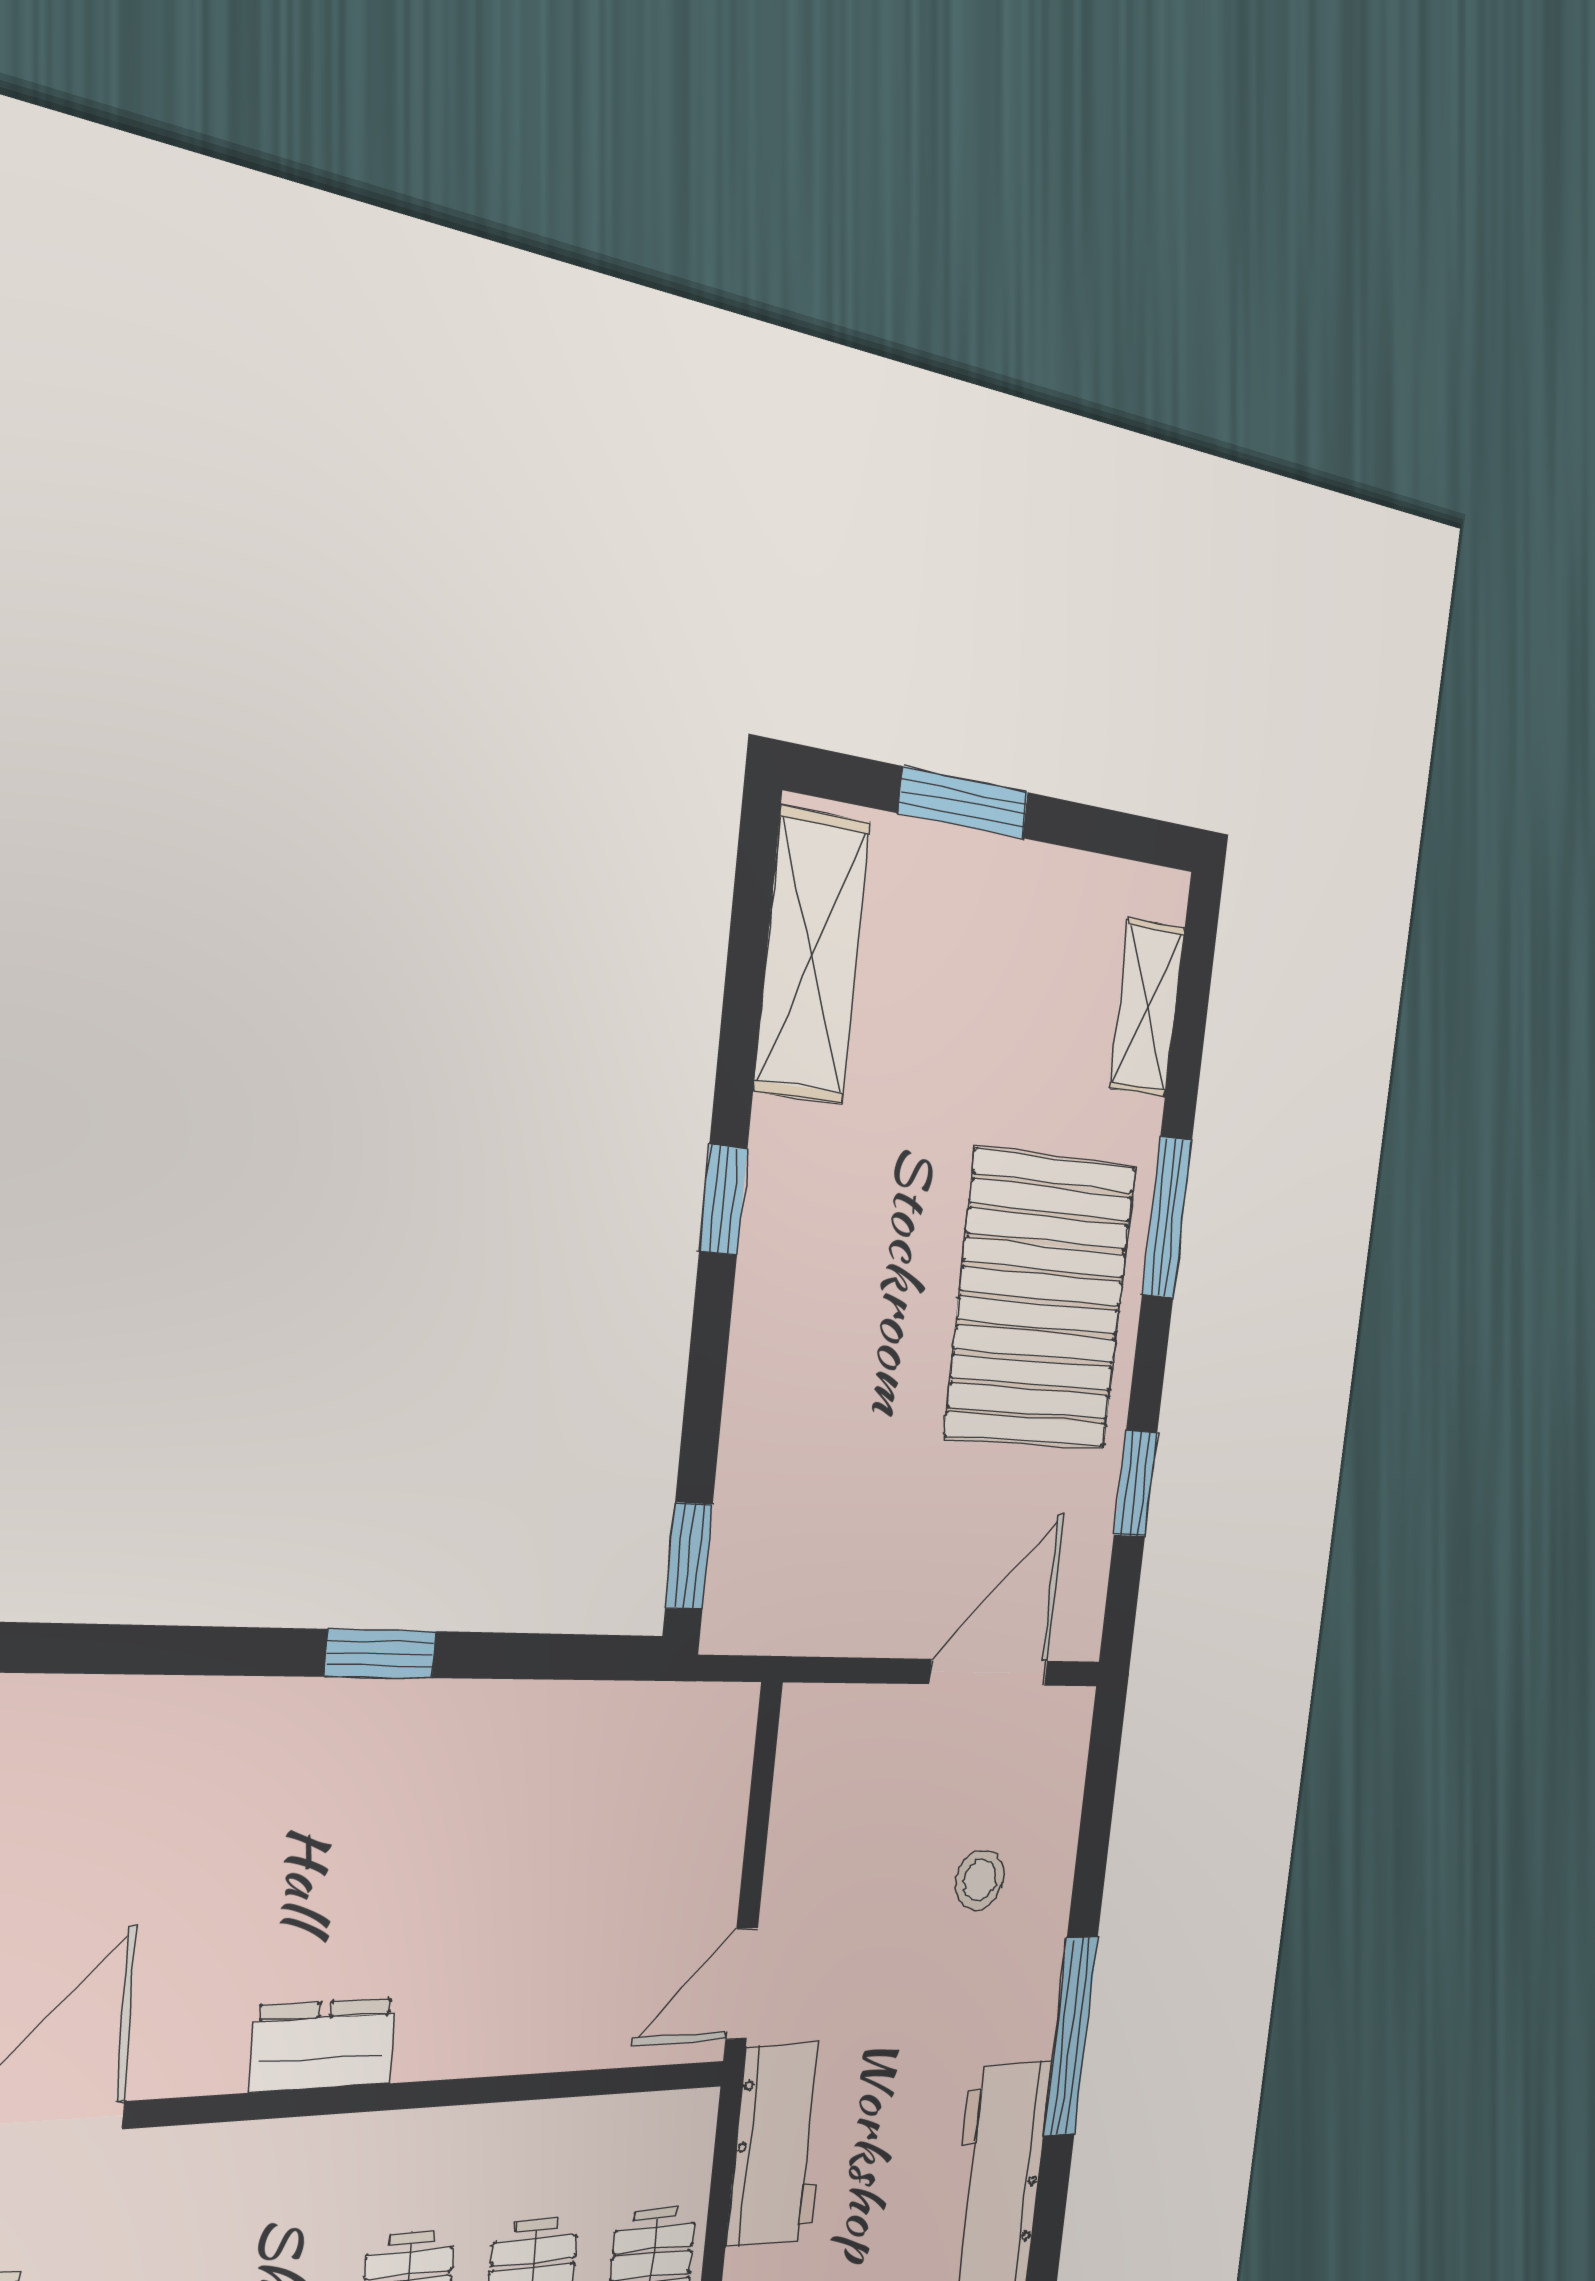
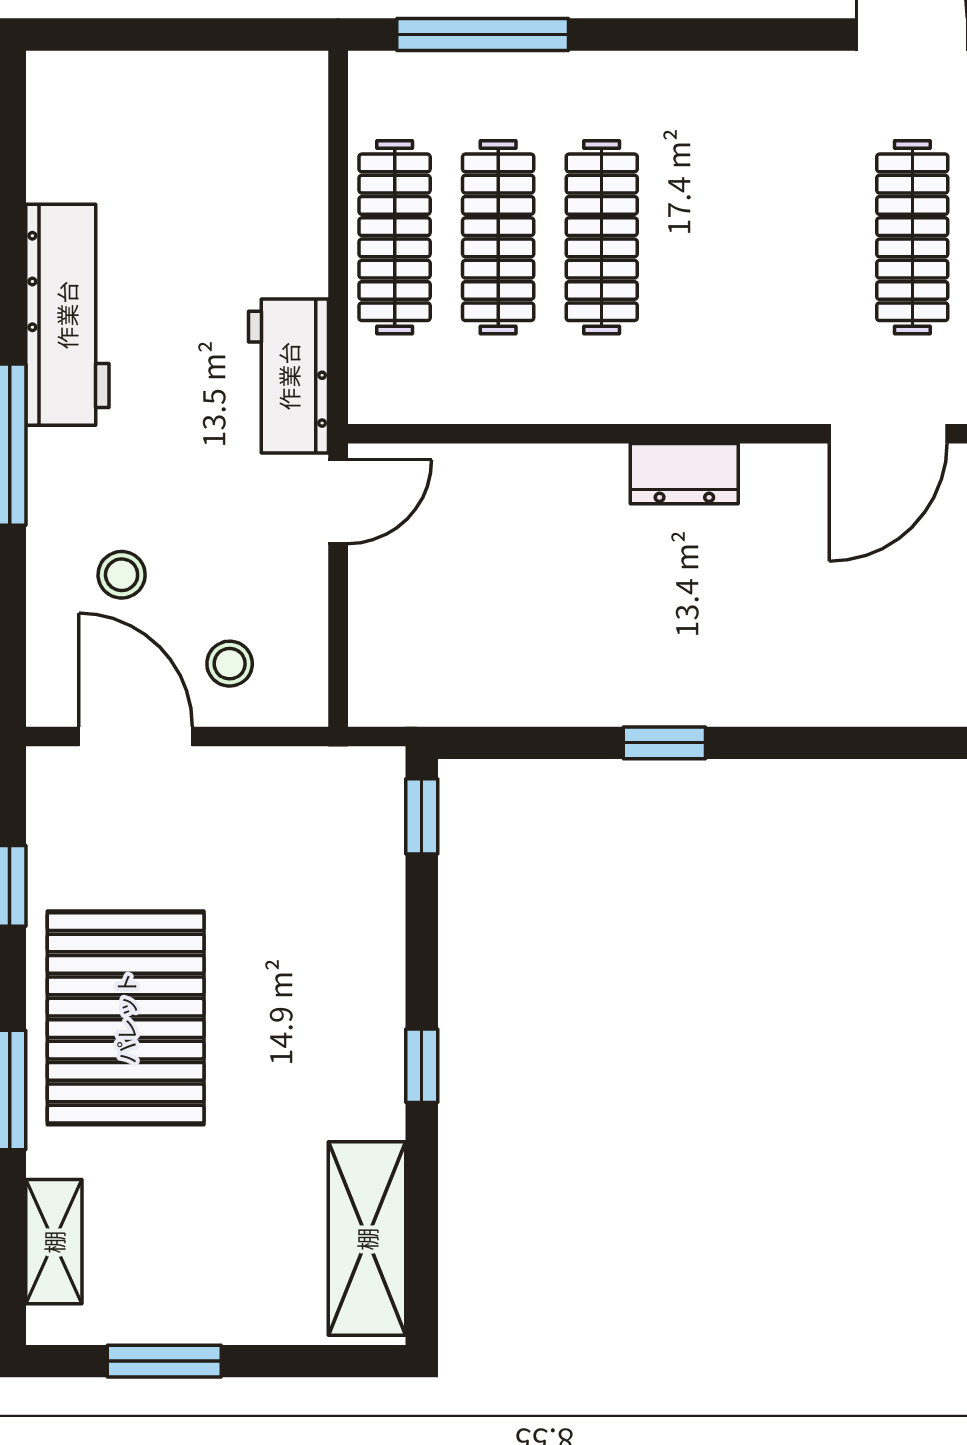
window: (963, 803) -> (164, 1361), moved
door: (989, 1672) -> (136, 736), swing flipped
stool: (881, 1767) -> (230, 664), added

